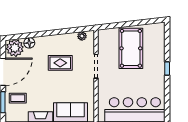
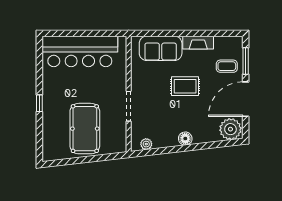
floor lamp: (29, 43) -> (185, 139), moved
rug: (60, 63) -> (185, 86), moved

